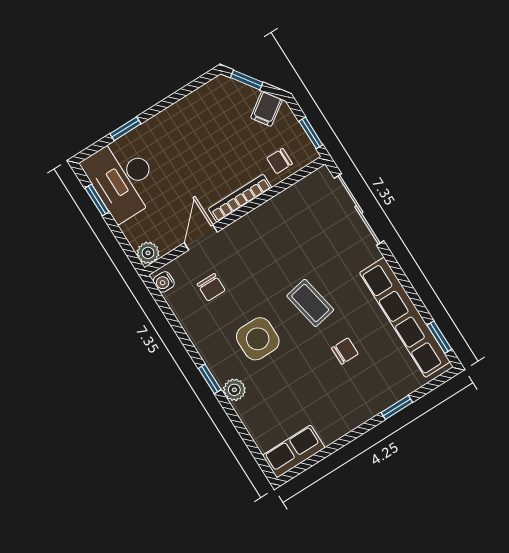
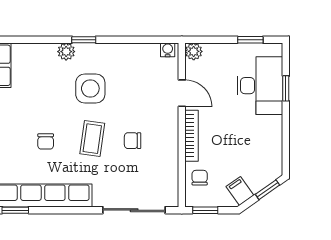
desk: (123, 179) -> (260, 86), moved, turned 90
chair: (211, 287) -> (133, 141), moved
coffee table: (310, 303) -> (92, 139), turned -71

